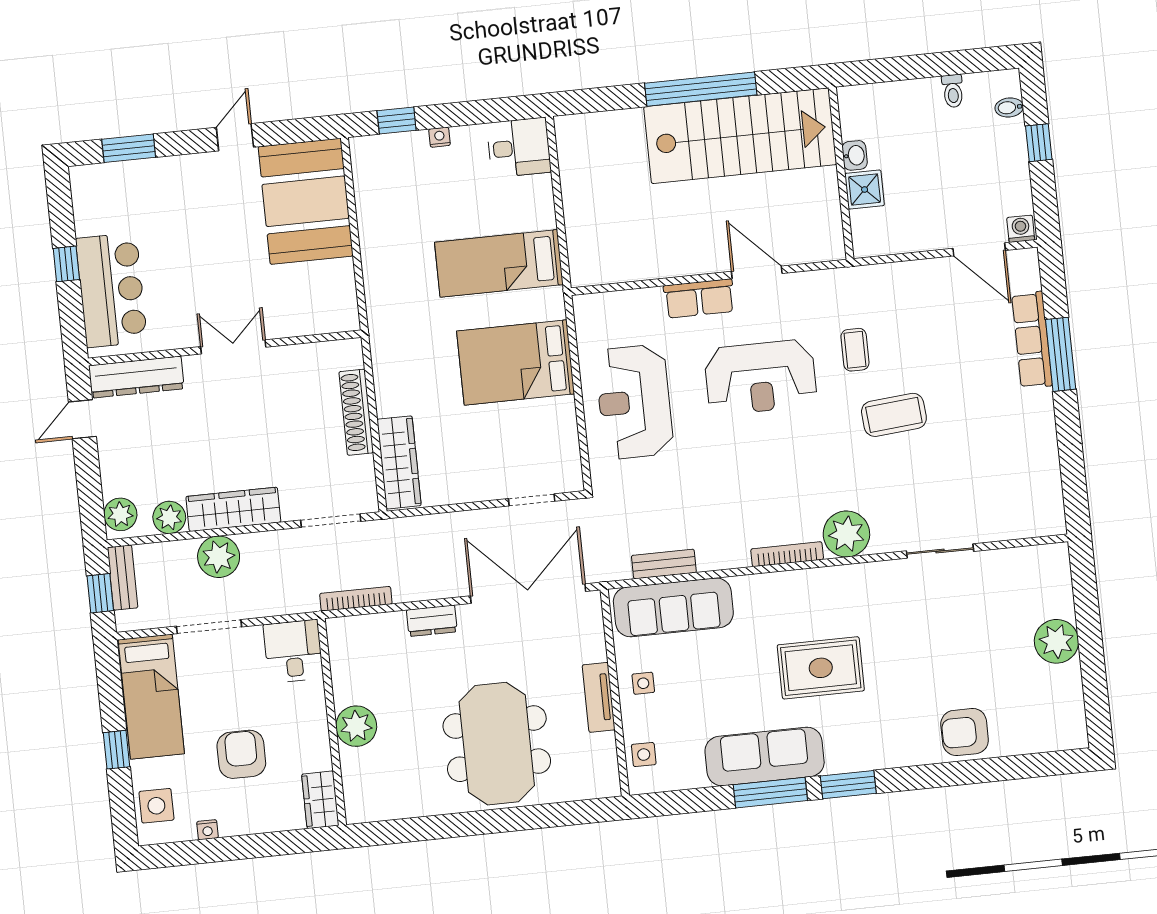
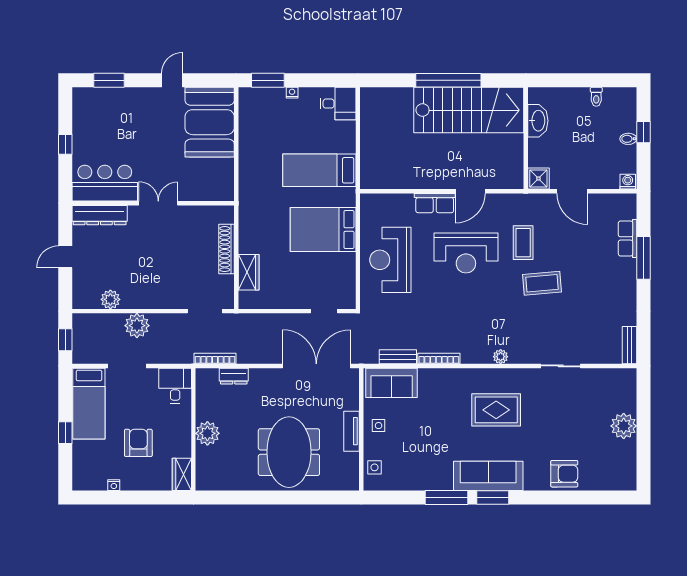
bidet: (1009, 107) -> (628, 139), moved
window: (397, 121) -> (268, 80), width x1.50
washbasin: (855, 155) -> (538, 121), width x1.91, depth x1.45
shower: (865, 190) -> (538, 179), moved
door: (979, 249) -> (572, 191), moved
door: (757, 272) -> (470, 191), swing flipped
bar counter: (111, 290) -> (105, 183), moved, turned -90
row of seats: (1032, 340) -> (628, 238), width x0.68
coffee table: (855, 350) -> (523, 243), width x1.36, depth x1.30
door: (82, 419) -> (65, 257), moved
wardrobe: (399, 462) -> (249, 272), width x0.67
wardrobe: (233, 509) -> (148, 299), removed
plant: (120, 514) -> (82, 295), removed
plant: (846, 534) -> (501, 357), width x0.53, depth x0.53
bookcase: (787, 554) -> (439, 359), moved
bench: (123, 578) -> (630, 345), moved
sofa: (673, 607) -> (392, 383), width x0.73
dresser: (432, 621) -> (234, 376), moved
rug: (821, 668) -> (496, 410), moved
armchair: (965, 732) -> (564, 474), turned 180
sofa: (765, 757) -> (488, 476), moved
side table: (156, 806) -> (85, 468), removed

